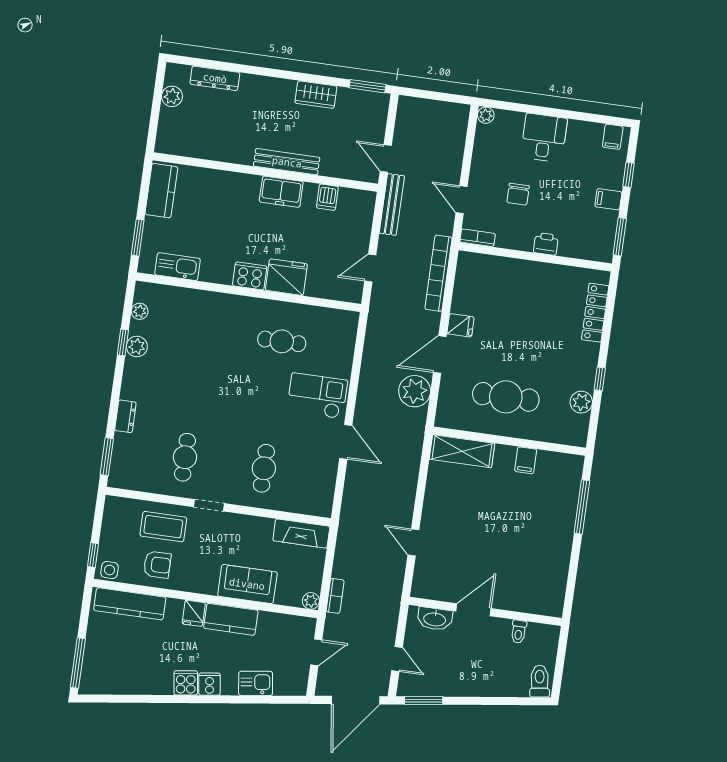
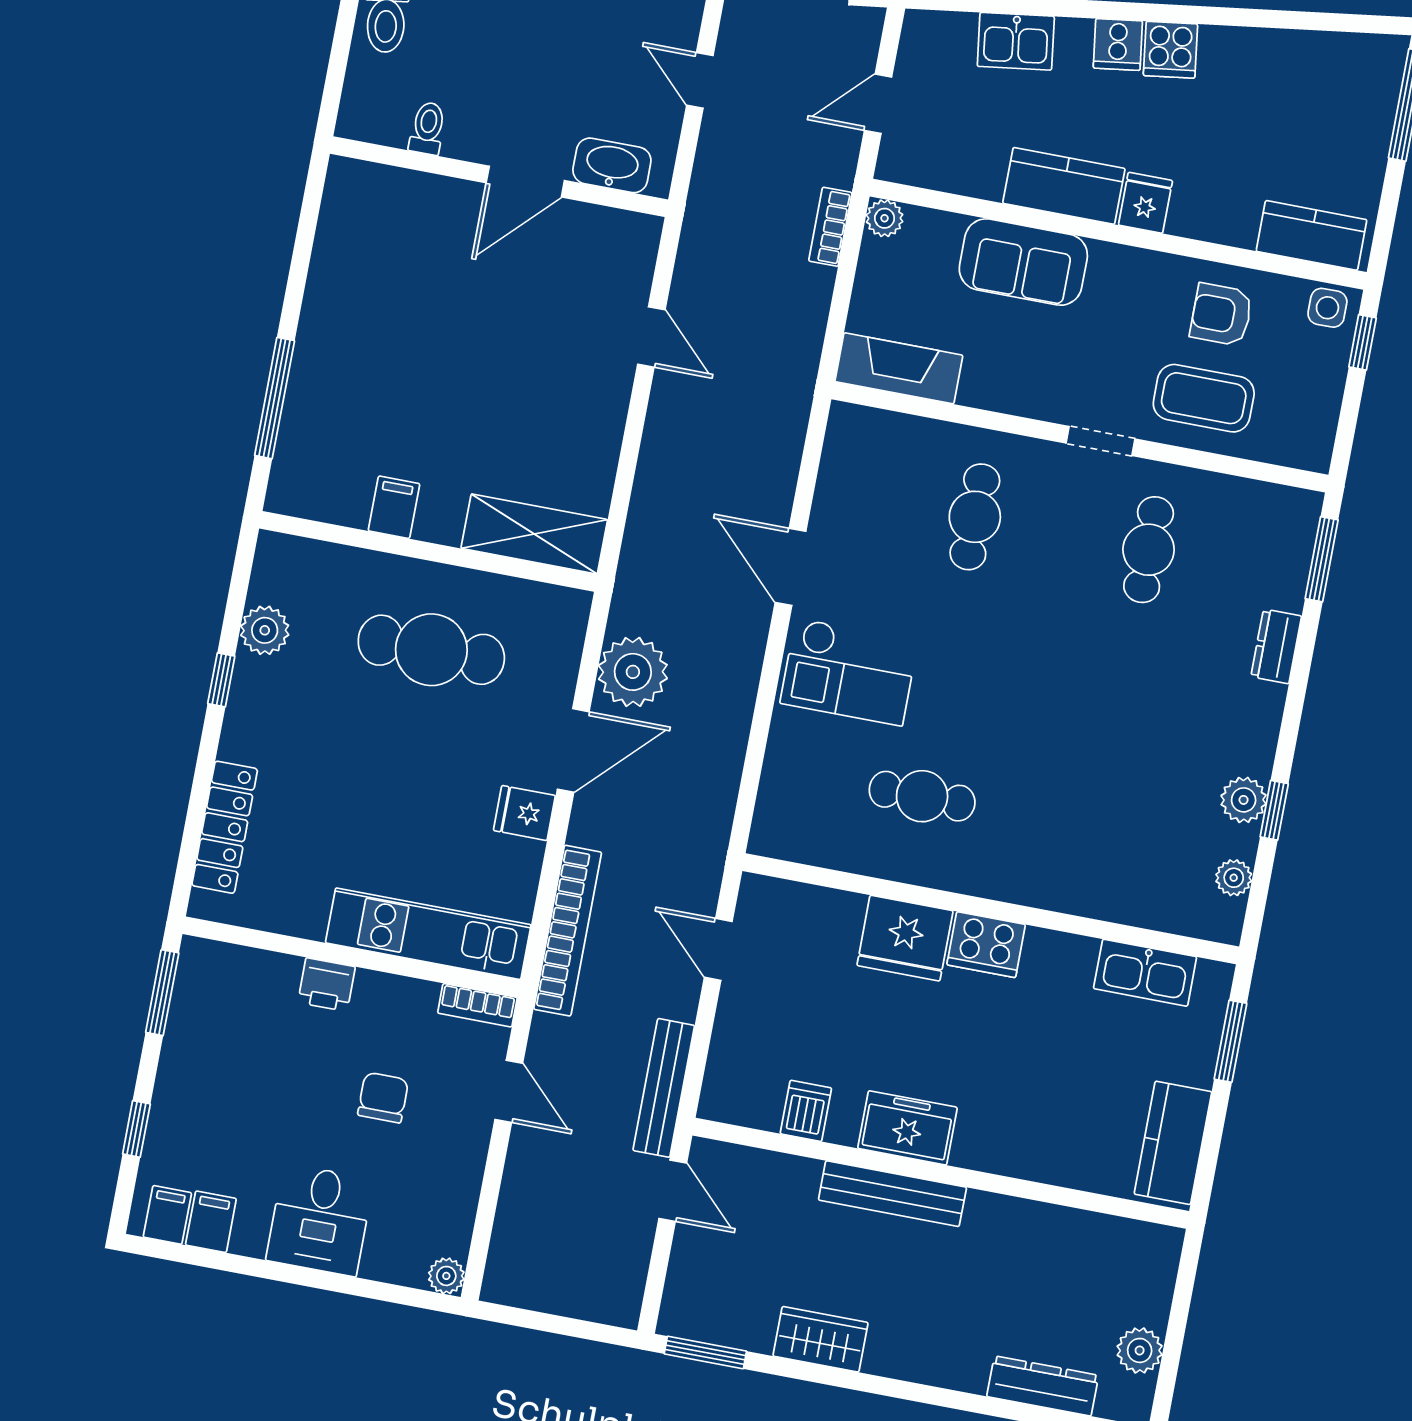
filing cabinet: (608, 199) -> (211, 1222), moved, turned -90
door: (370, 268) -> (718, 949), swing flipped
kitchen unit: (501, 269) -> (428, 934), added
kitchen counter: (130, 604) -> (1311, 235), width x0.67

